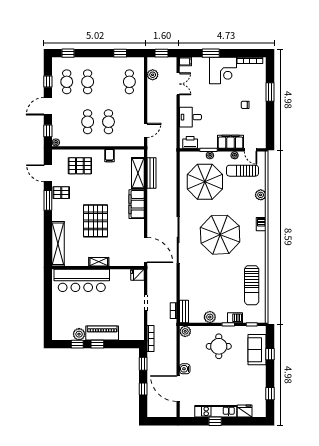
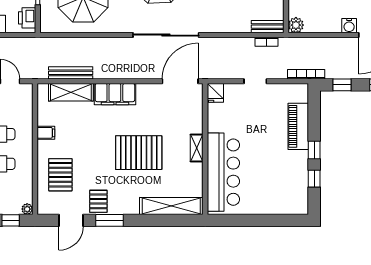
piano: (102, 333) -> (298, 126), moved
plant: (79, 334) -> (300, 176), removed

